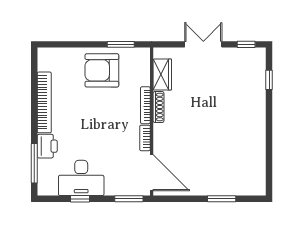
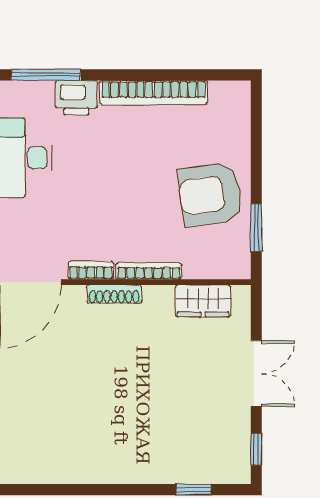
armchair: (102, 70) -> (210, 194), turned -98
shoe rack: (158, 107) -> (114, 294), moved

